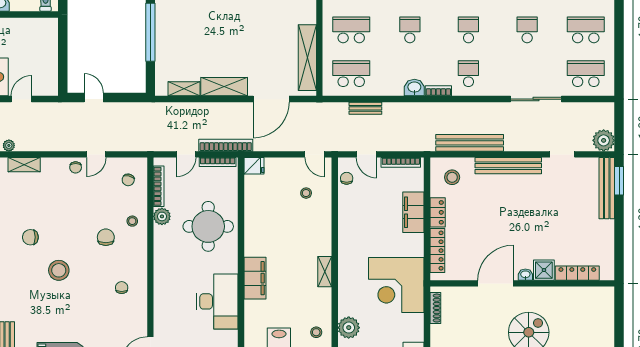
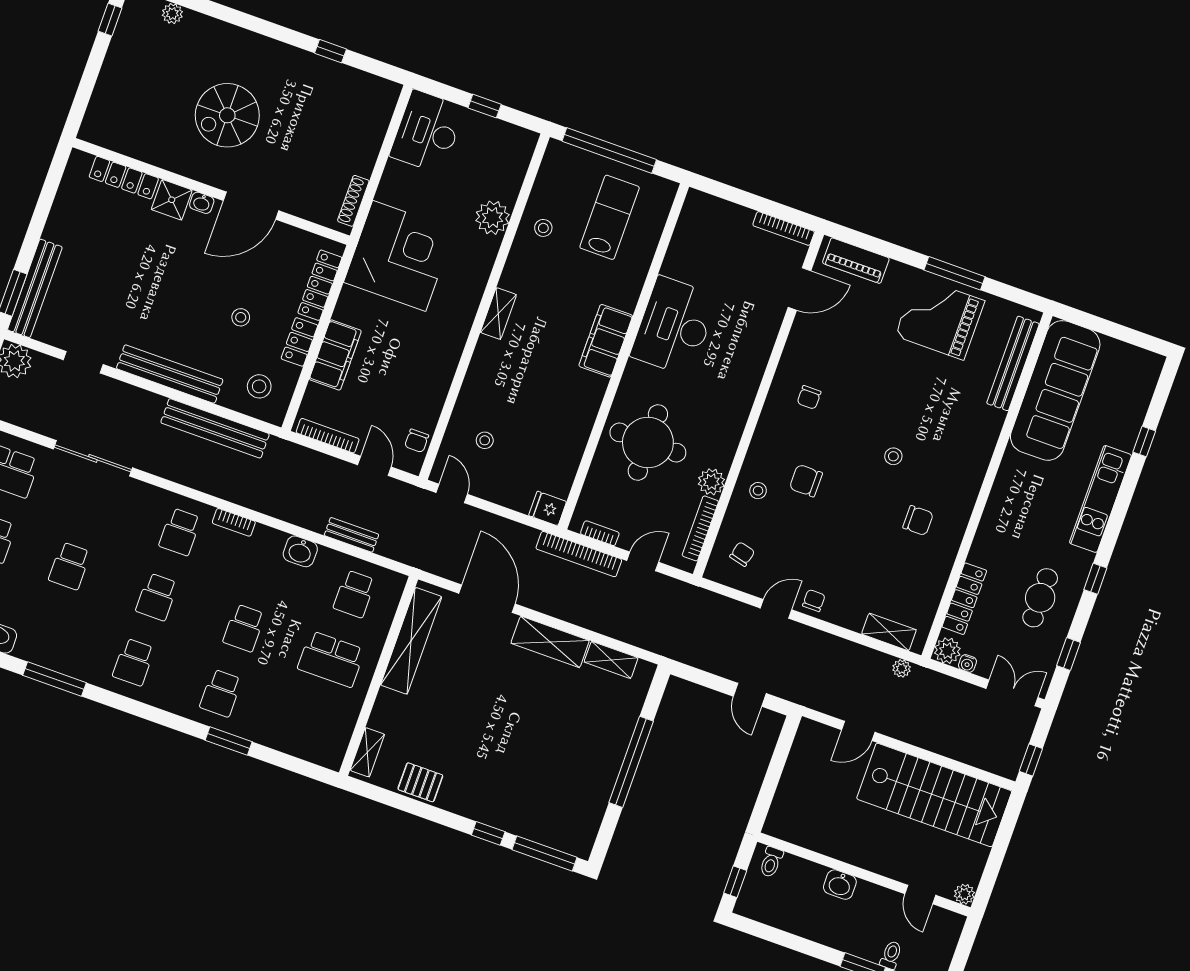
school desk: (351, 74) -> (354, 594), width x0.54
washbasin: (414, 88) -> (300, 551), moved
door: (271, 99) -> (487, 599), hinge flipped
bookcase: (218, 162) -> (600, 533), width x0.64
stool: (478, 215) -> (241, 317), added
chair: (106, 237) -> (806, 481), turned 90
stool: (59, 270) -> (893, 456), width x0.53, depth x0.53

